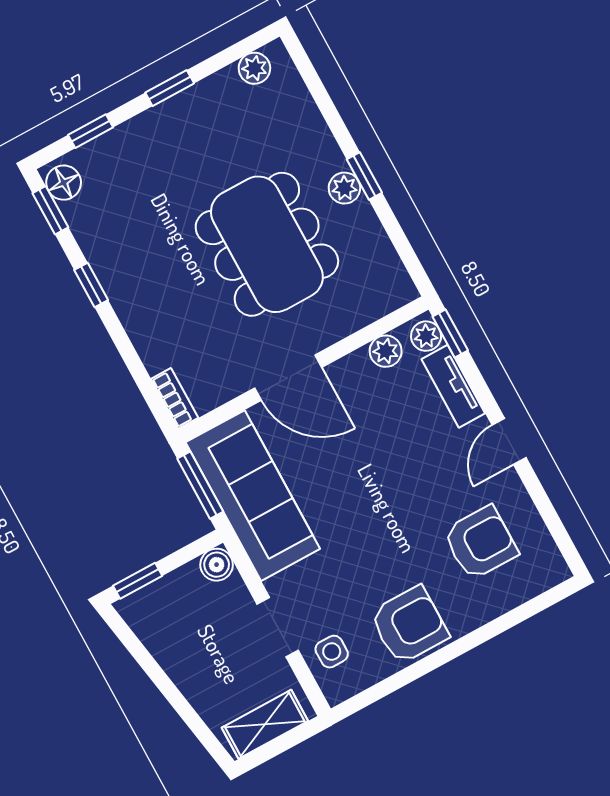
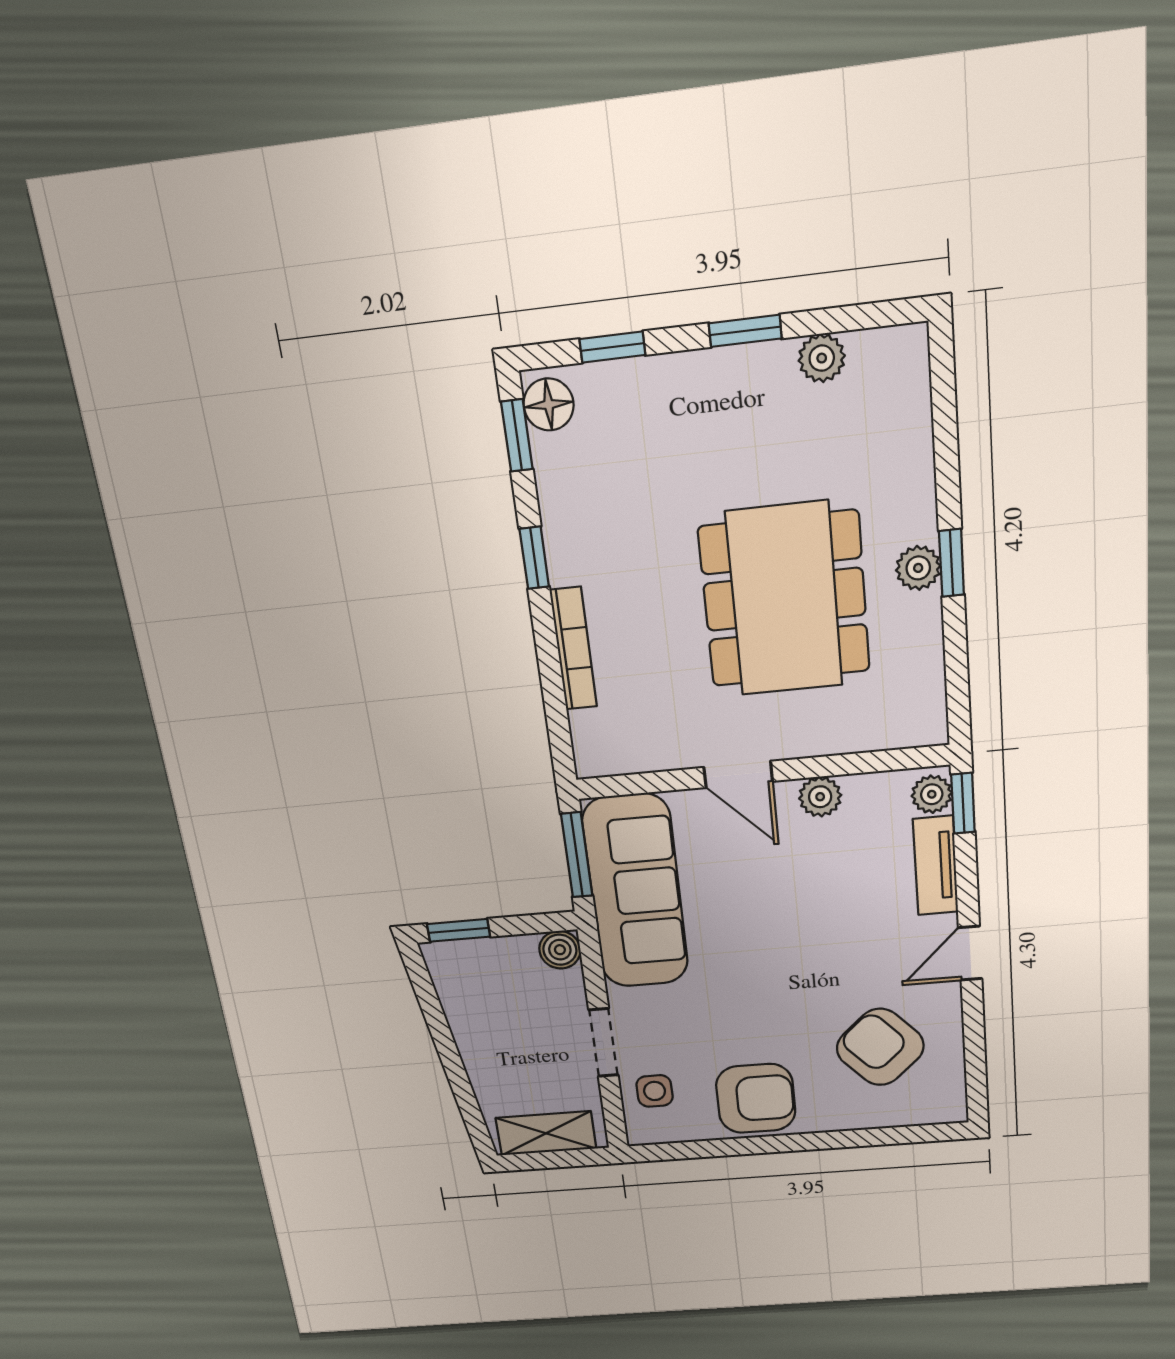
plant: (254, 68) -> (822, 358), moved
plant: (386, 351) -> (820, 797), moved
door: (288, 378) -> (738, 774), width x0.73
bookcase: (175, 398) -> (573, 649), moved, width x1.56
armchair: (480, 543) -> (880, 1047), turned -133

